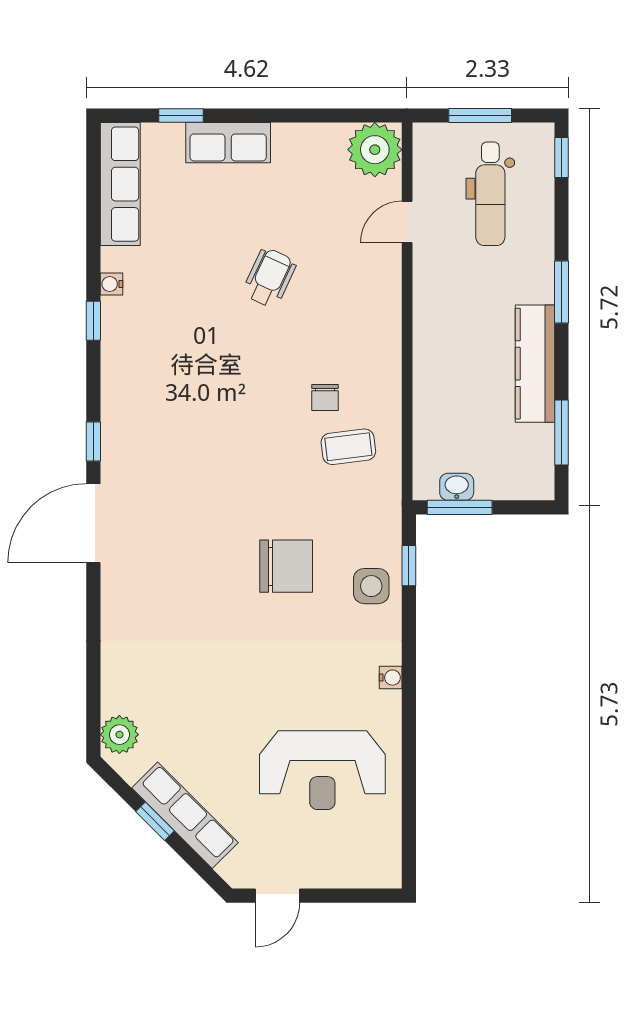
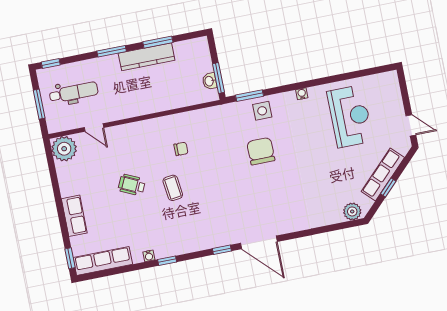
window: (181, 116) -> (70, 258), moved
window: (561, 433) -> (158, 42), moved
coffee table: (348, 447) -> (173, 188), moved
window: (409, 566) -> (250, 96), width x1.50

